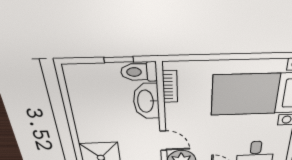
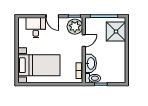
door: (163, 141) -> (84, 41), swing flipped

